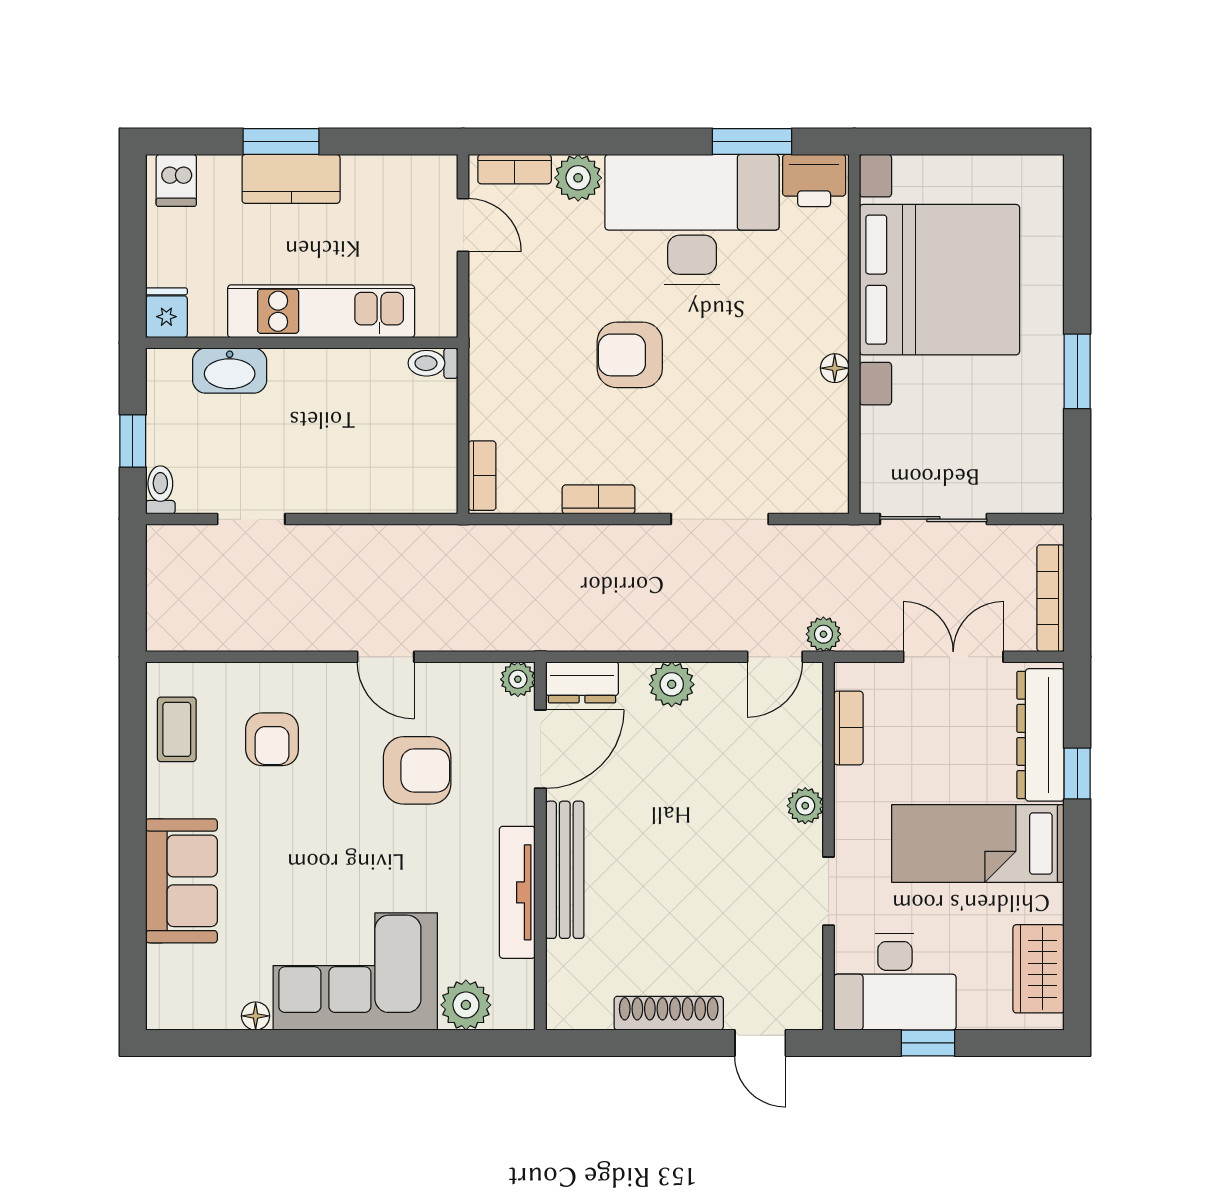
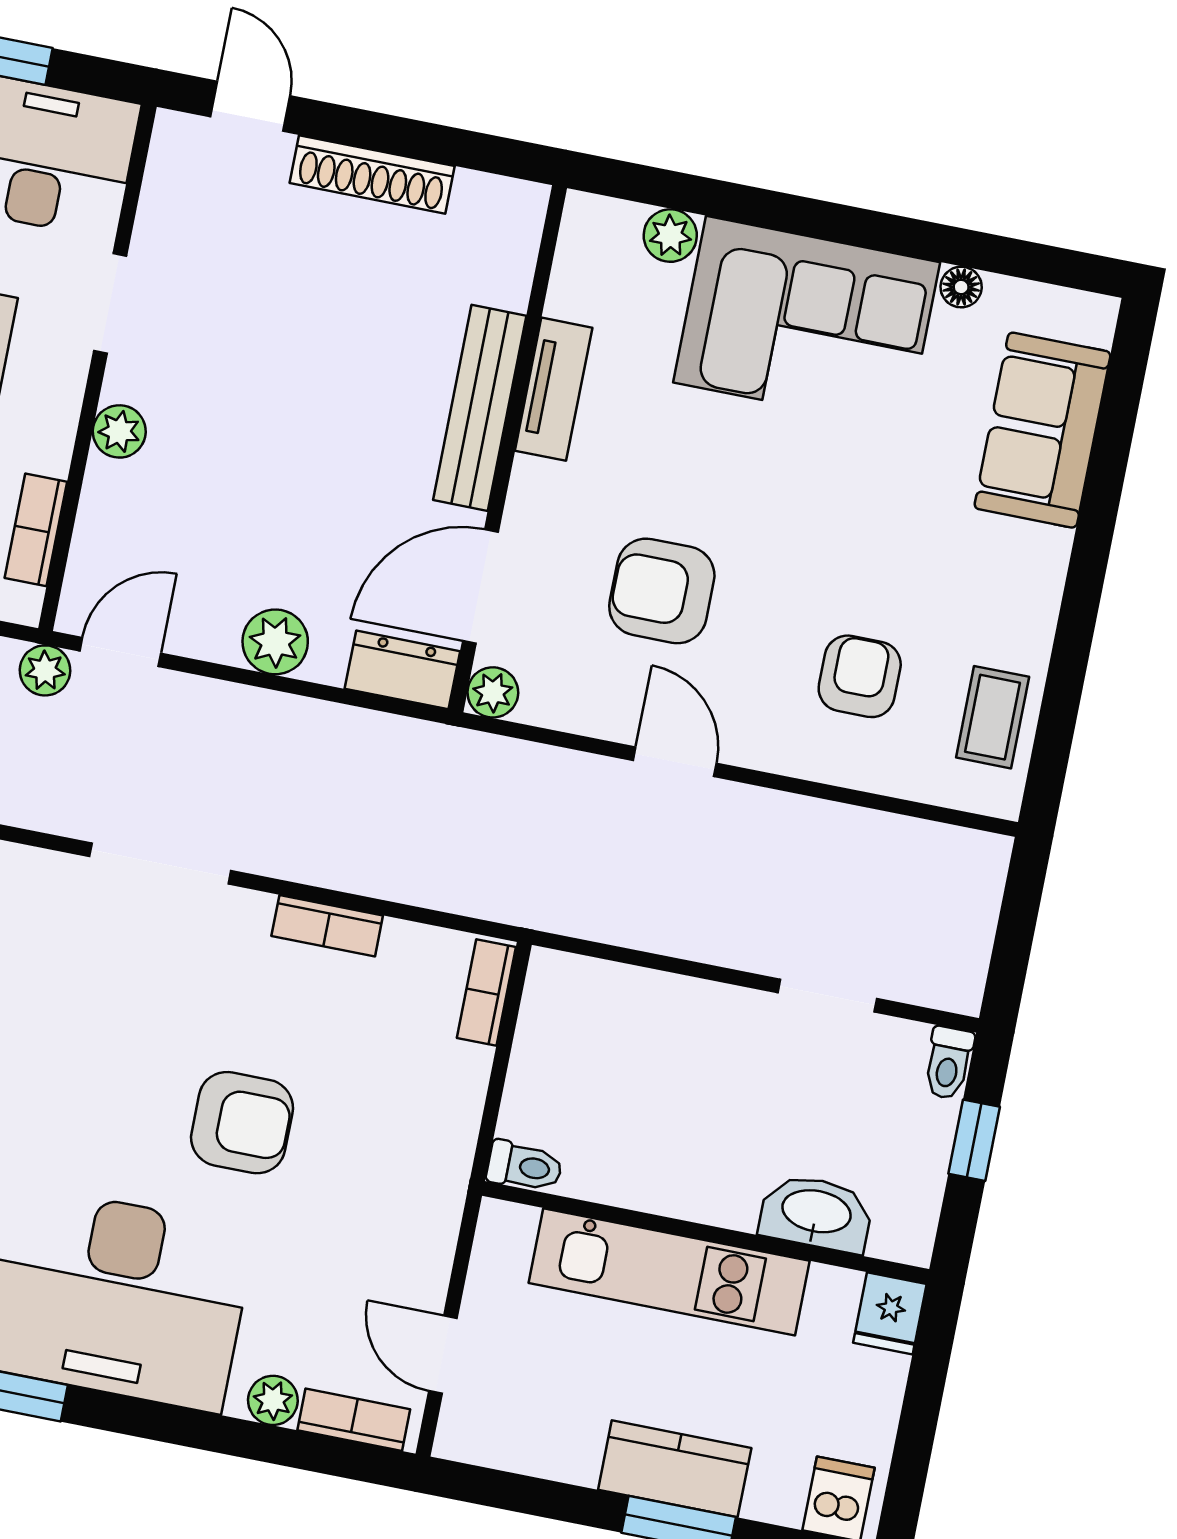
plant: (578, 178) -> (273, 1400), width x0.73, depth x0.73
sofa: (181, 881) -> (1042, 430), moved
tv unit: (517, 892) -> (554, 389), width x0.71
plant: (466, 1005) -> (670, 236), width x0.73, depth x0.73

